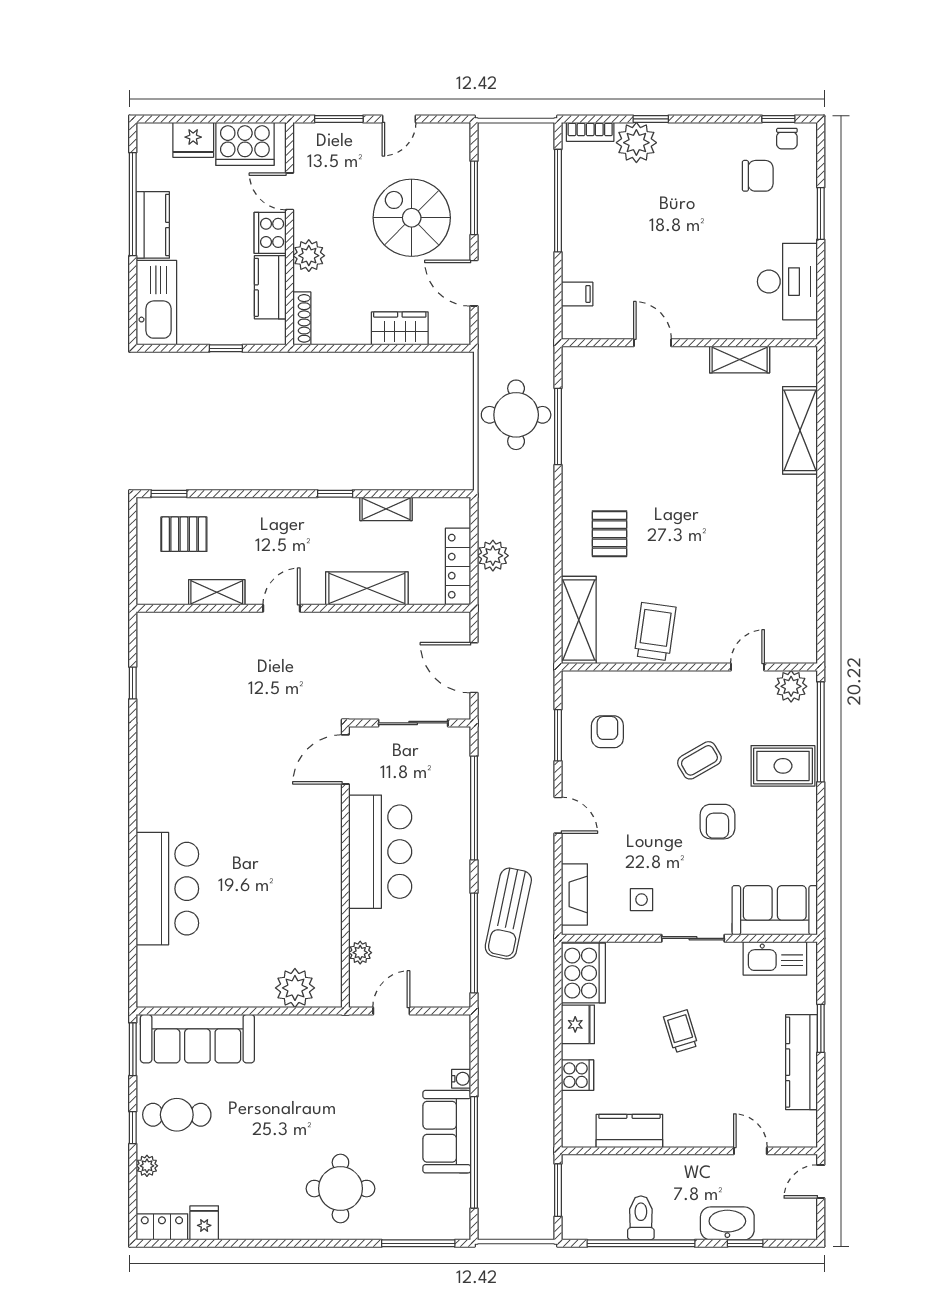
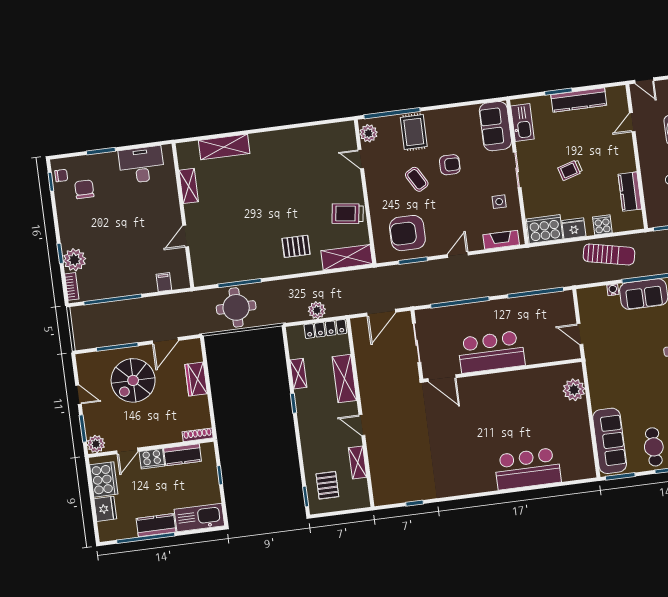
plant: (309, 256) -> (96, 444), moved
armchair: (607, 732) -> (407, 233), width x1.88, depth x1.88
sun lounger: (508, 914) -> (609, 254), moved
plant: (360, 953) -> (549, 356), removed

